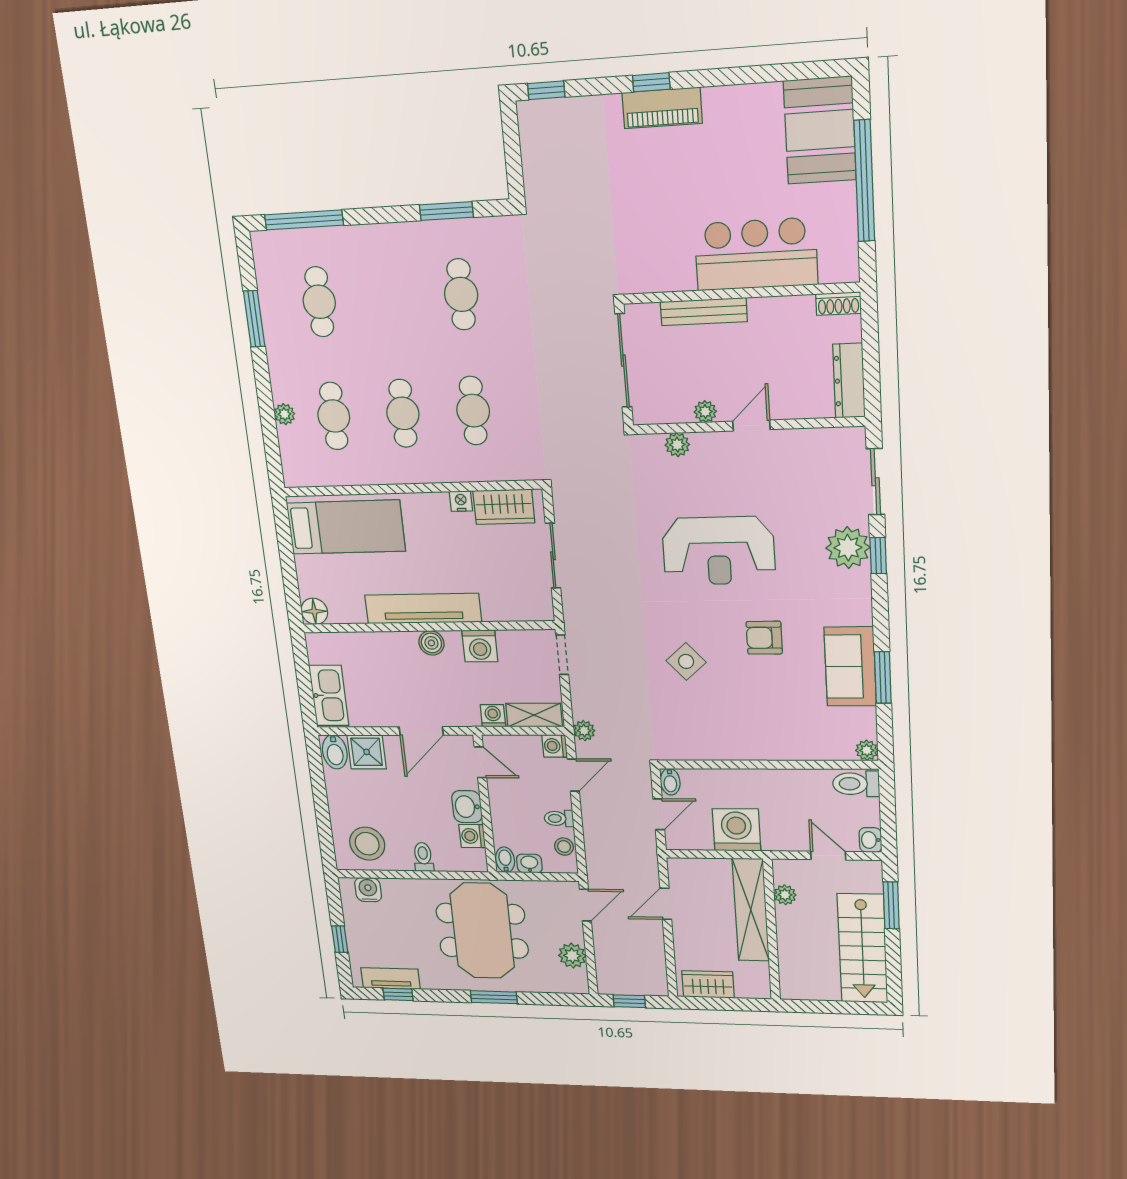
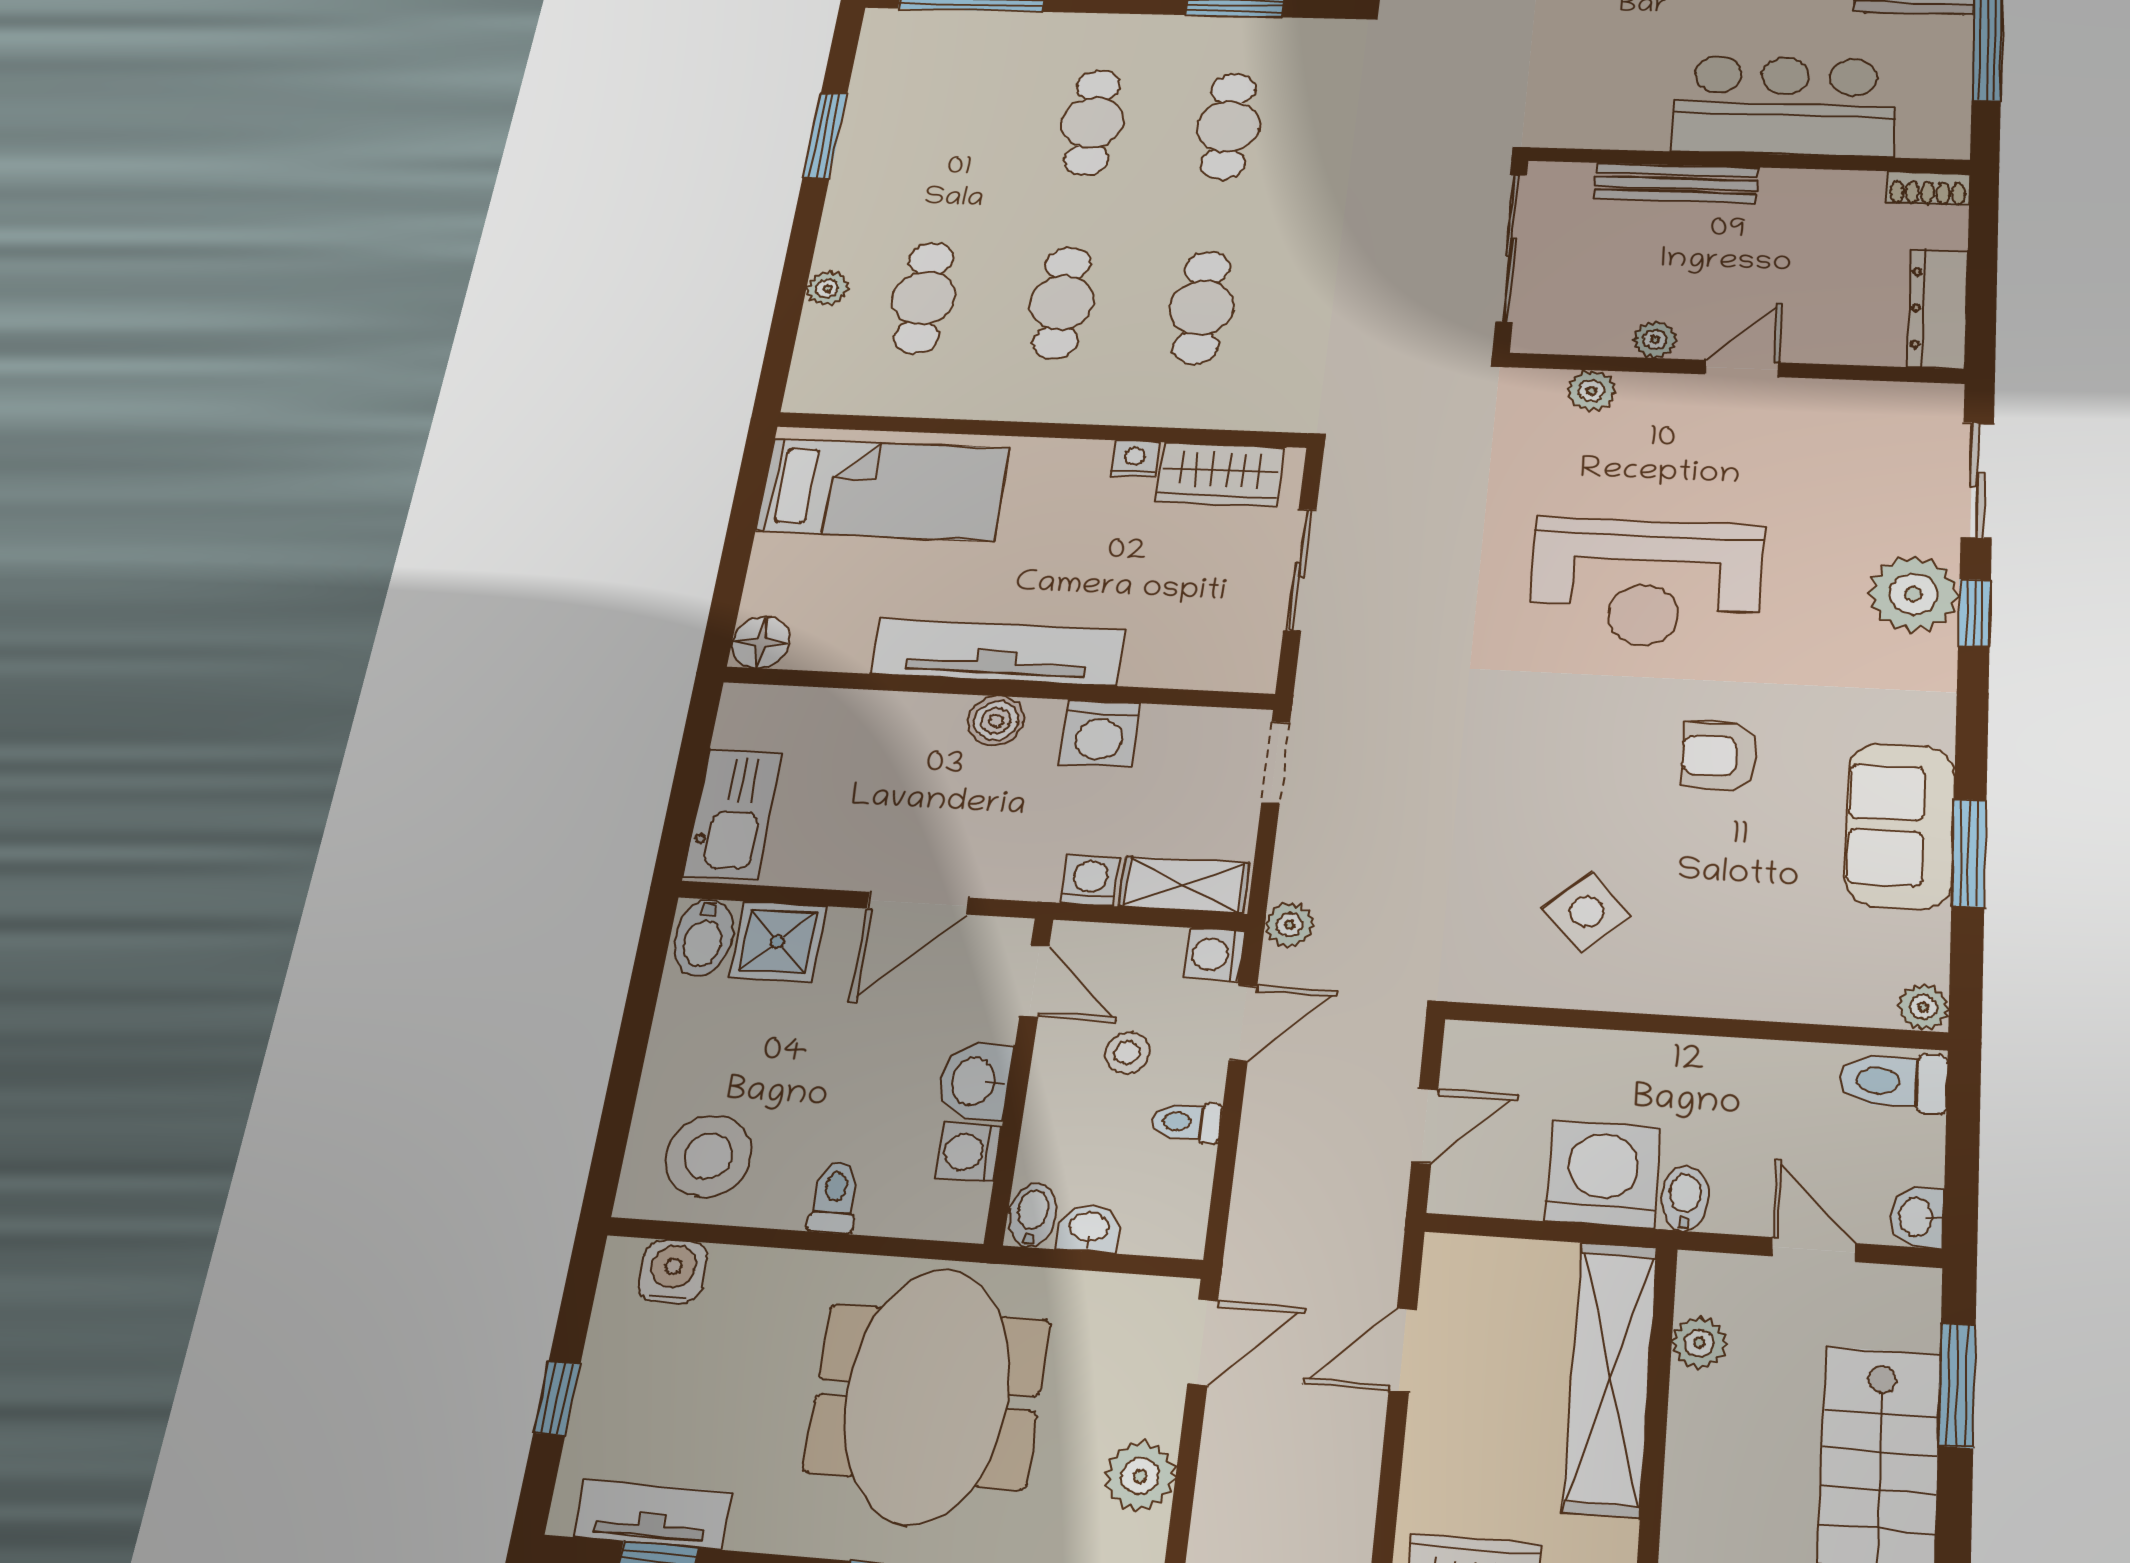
cafe table: (319, 302) -> (1092, 122), moved
side table: (686, 661) -> (1587, 912), moved
bidet: (670, 782) -> (1685, 1199), moved, turned 180
stool: (564, 847) -> (1127, 1053), moved

